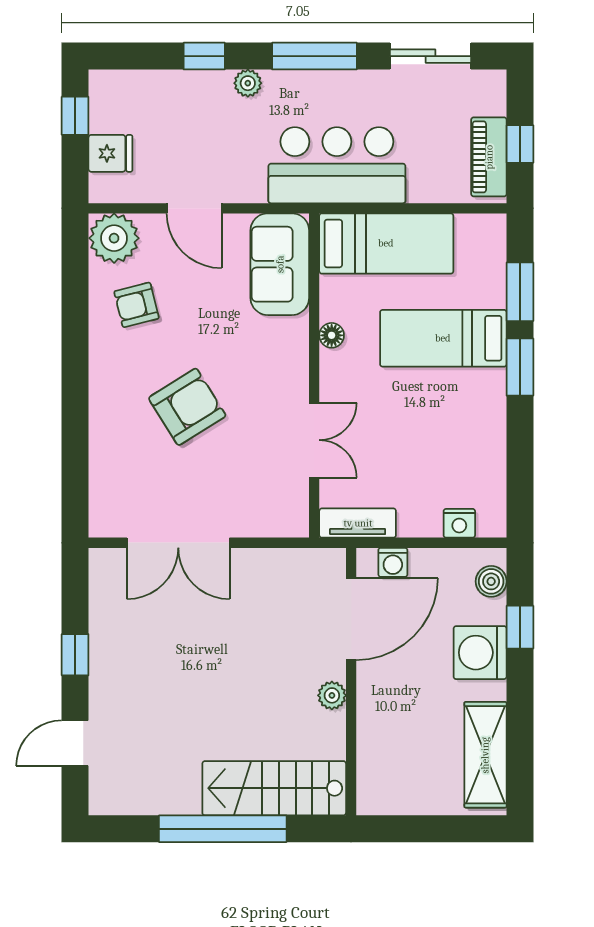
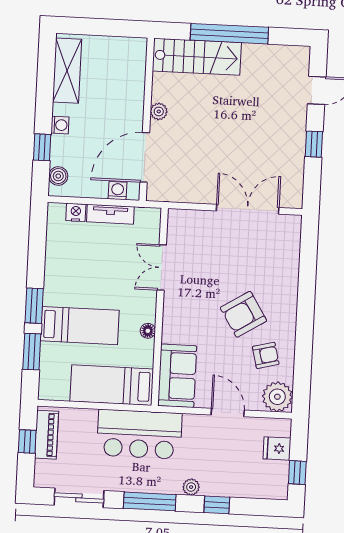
armchair: (187, 407) -> (243, 314), moved
tv unit: (358, 523) -> (110, 214), moved
washing machine: (480, 653) -> (60, 125), width x0.53, depth x0.53

